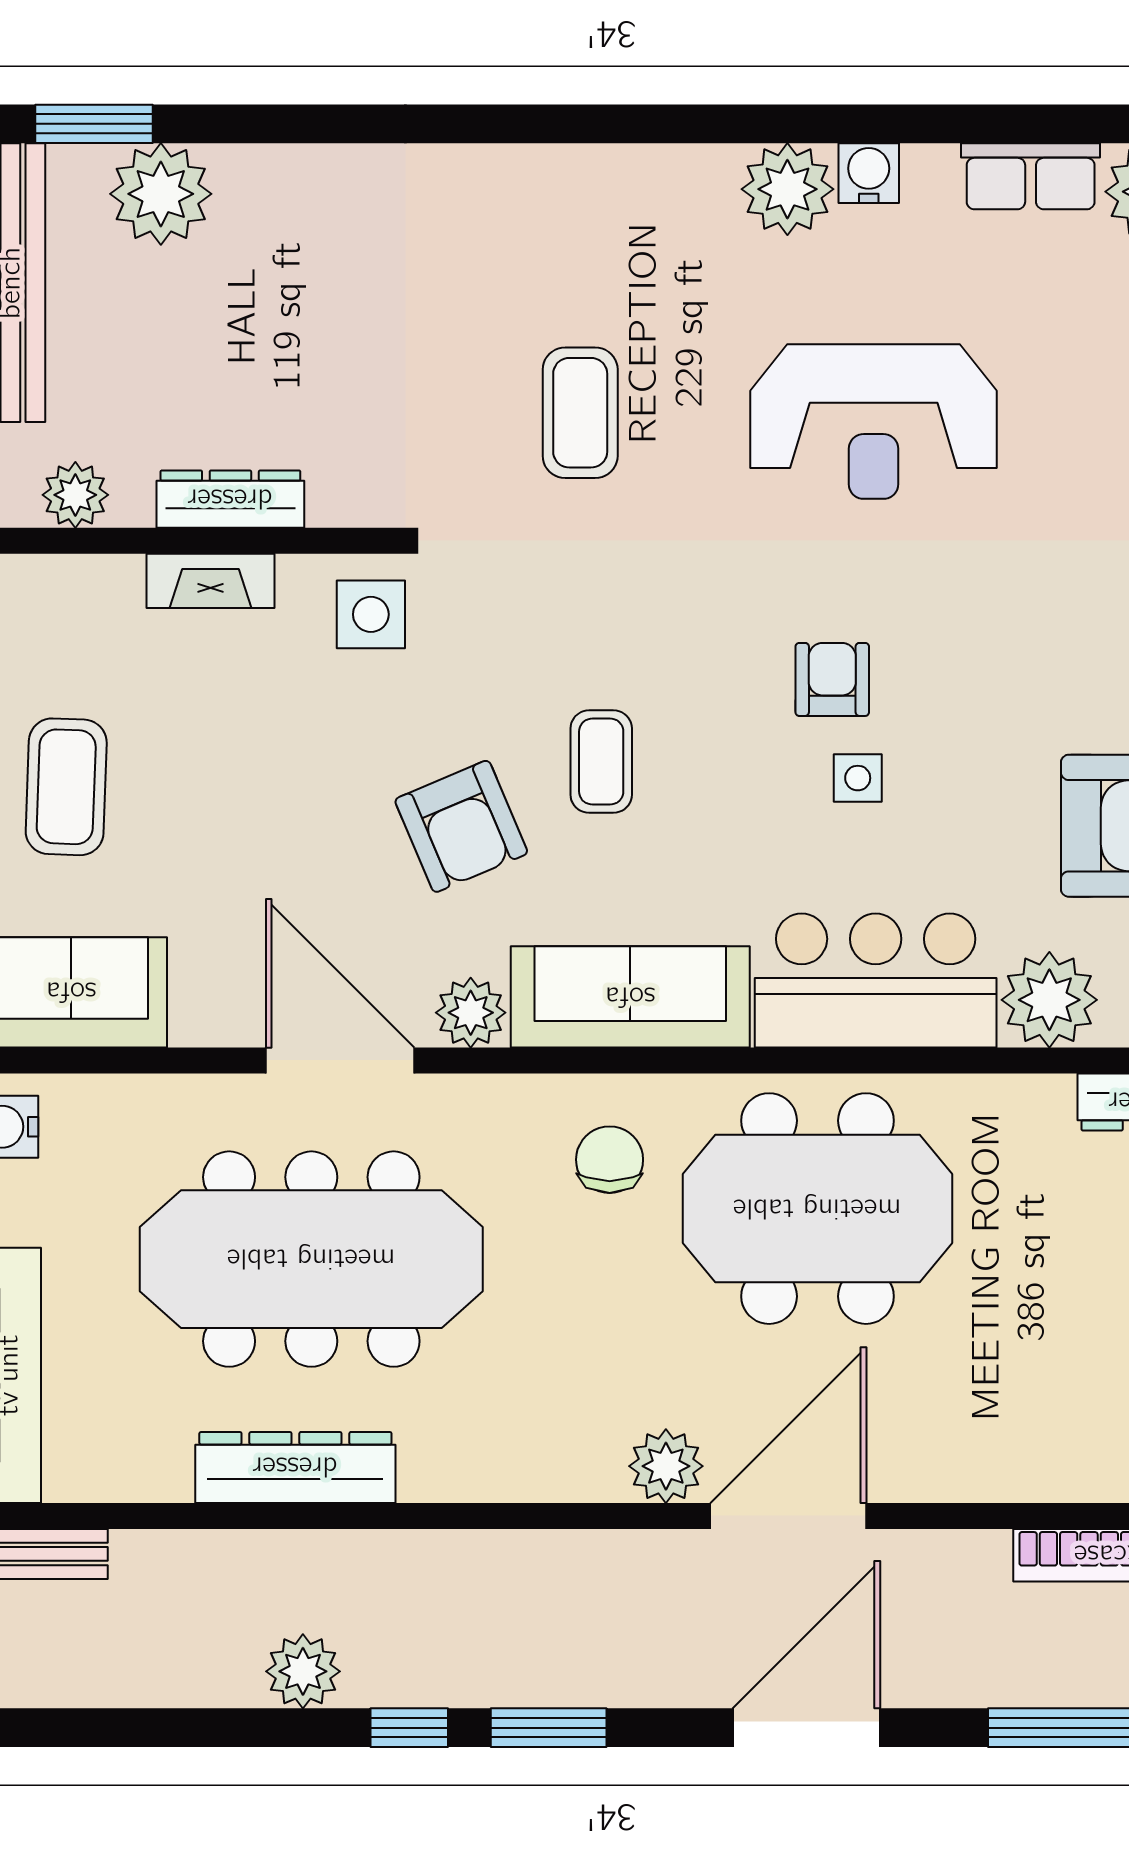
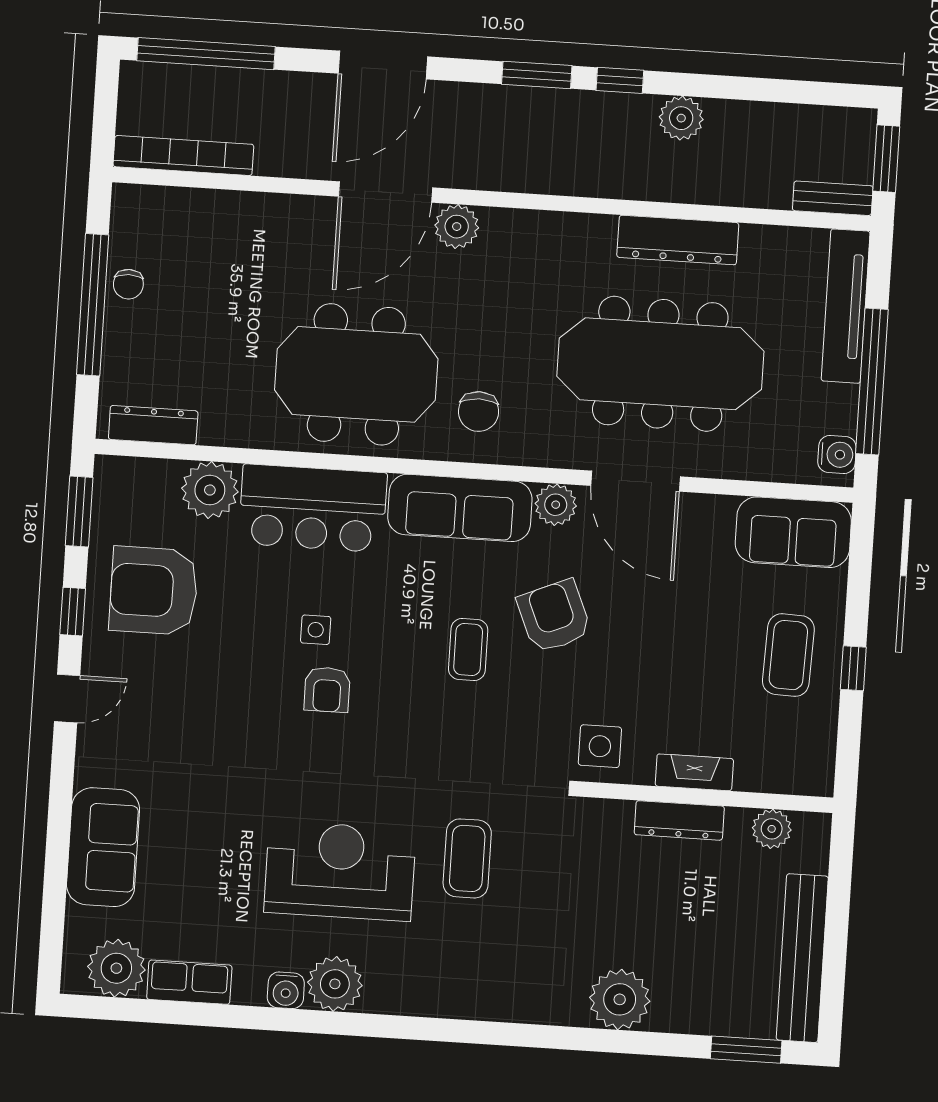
plant: (161, 194) -> (620, 999), moved
reception desk: (874, 422) -> (340, 871), moved

